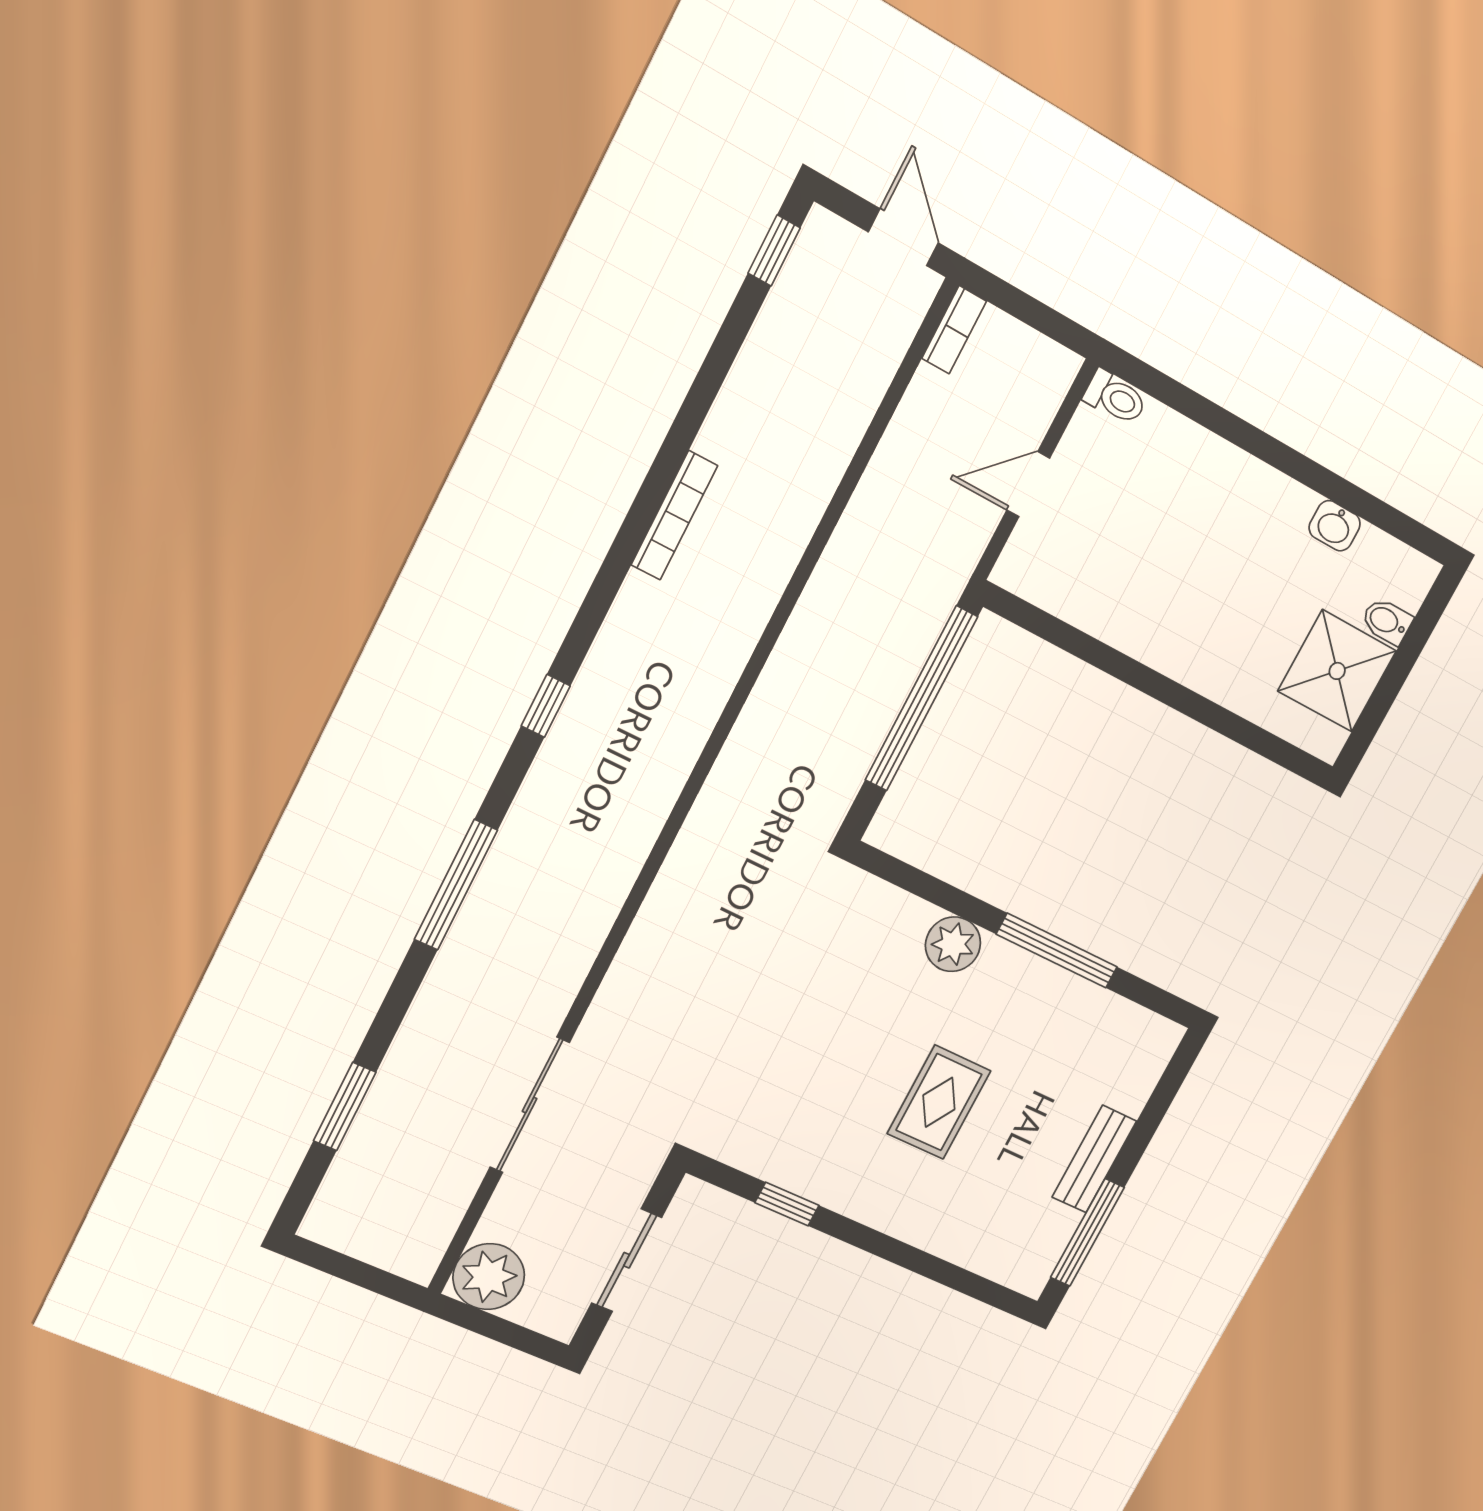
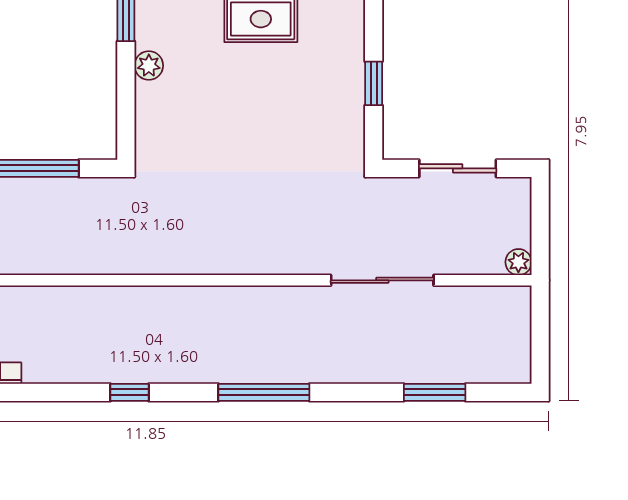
plant: (953, 944) -> (149, 66), width x0.73, depth x0.73
plant: (489, 1277) -> (518, 262), width x0.53, depth x0.53

